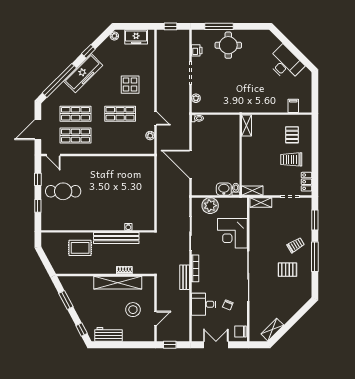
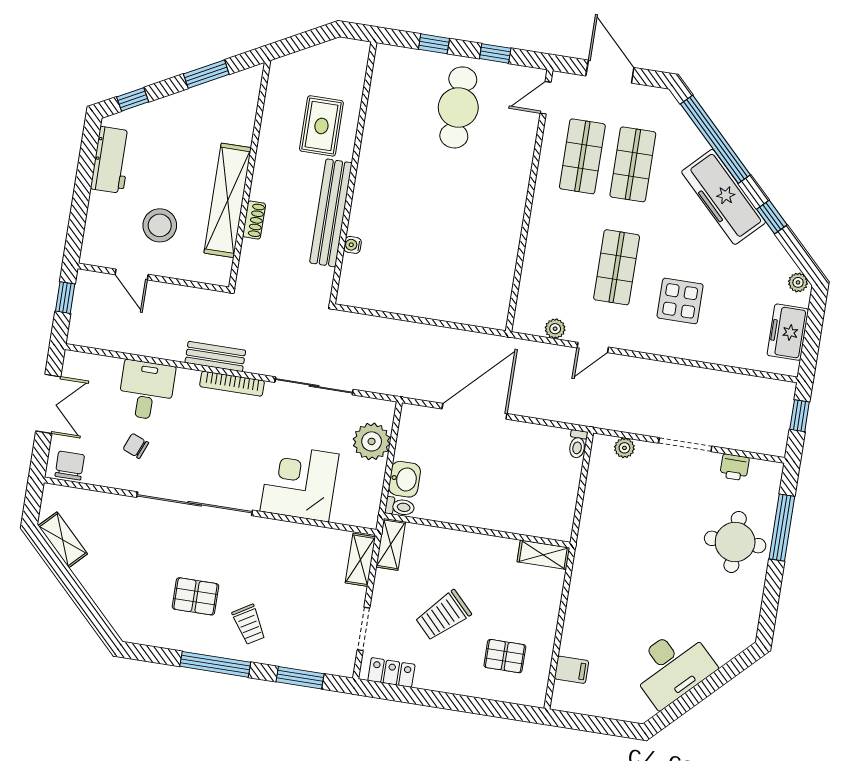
trolley: (291, 159) -> (443, 615), moved, turned -134
pallet: (287, 270) -> (195, 596), turned 90

